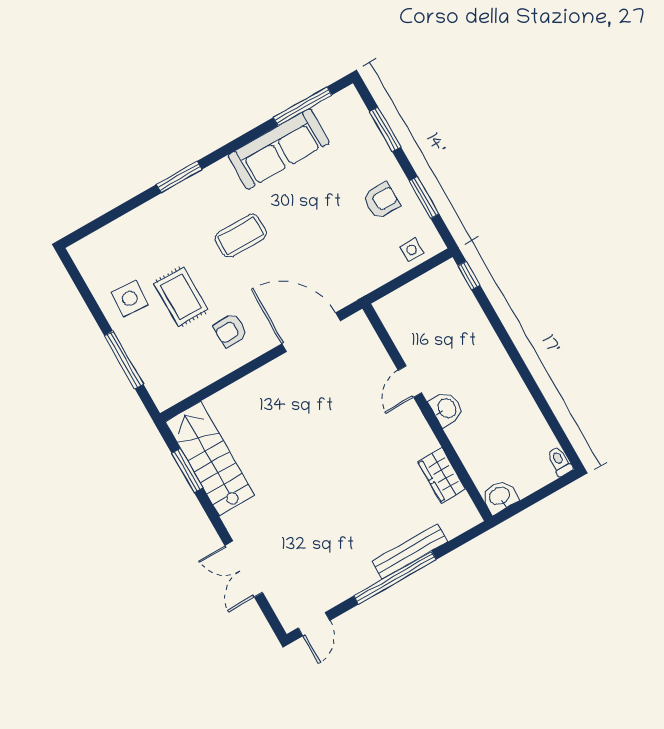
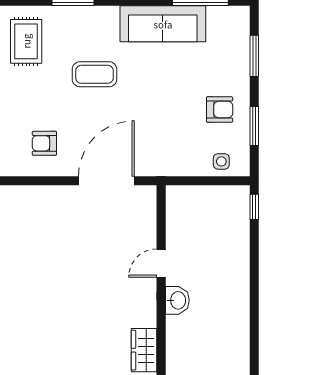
rug: (181, 297) -> (26, 41), moved
door: (311, 332) -> (106, 181), hinge flipped

